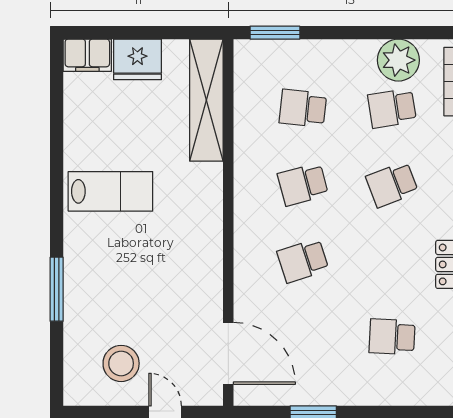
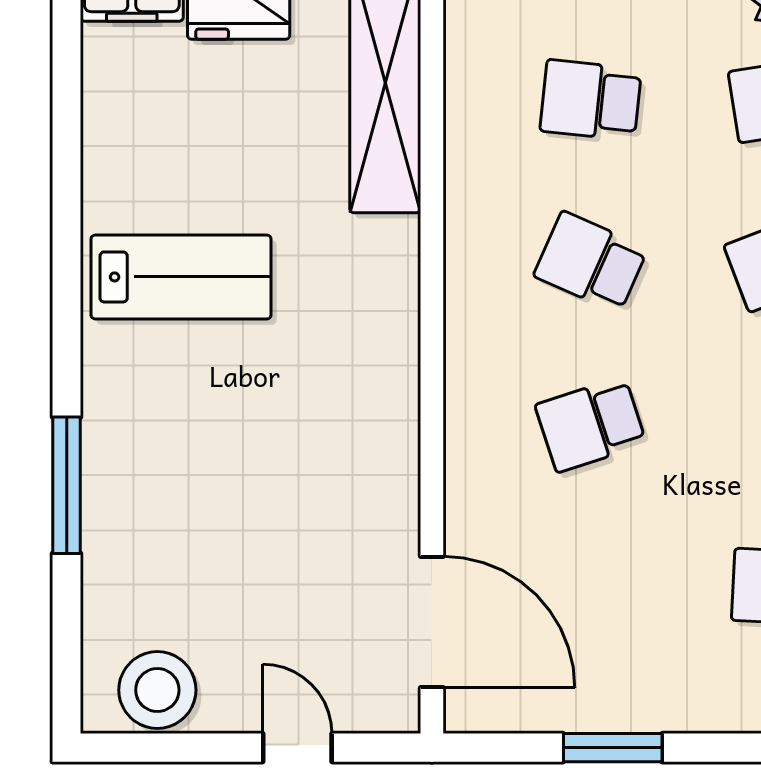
school desk: (303, 184) -> (591, 262), turned 39
stool: (121, 363) -> (157, 690), moved

